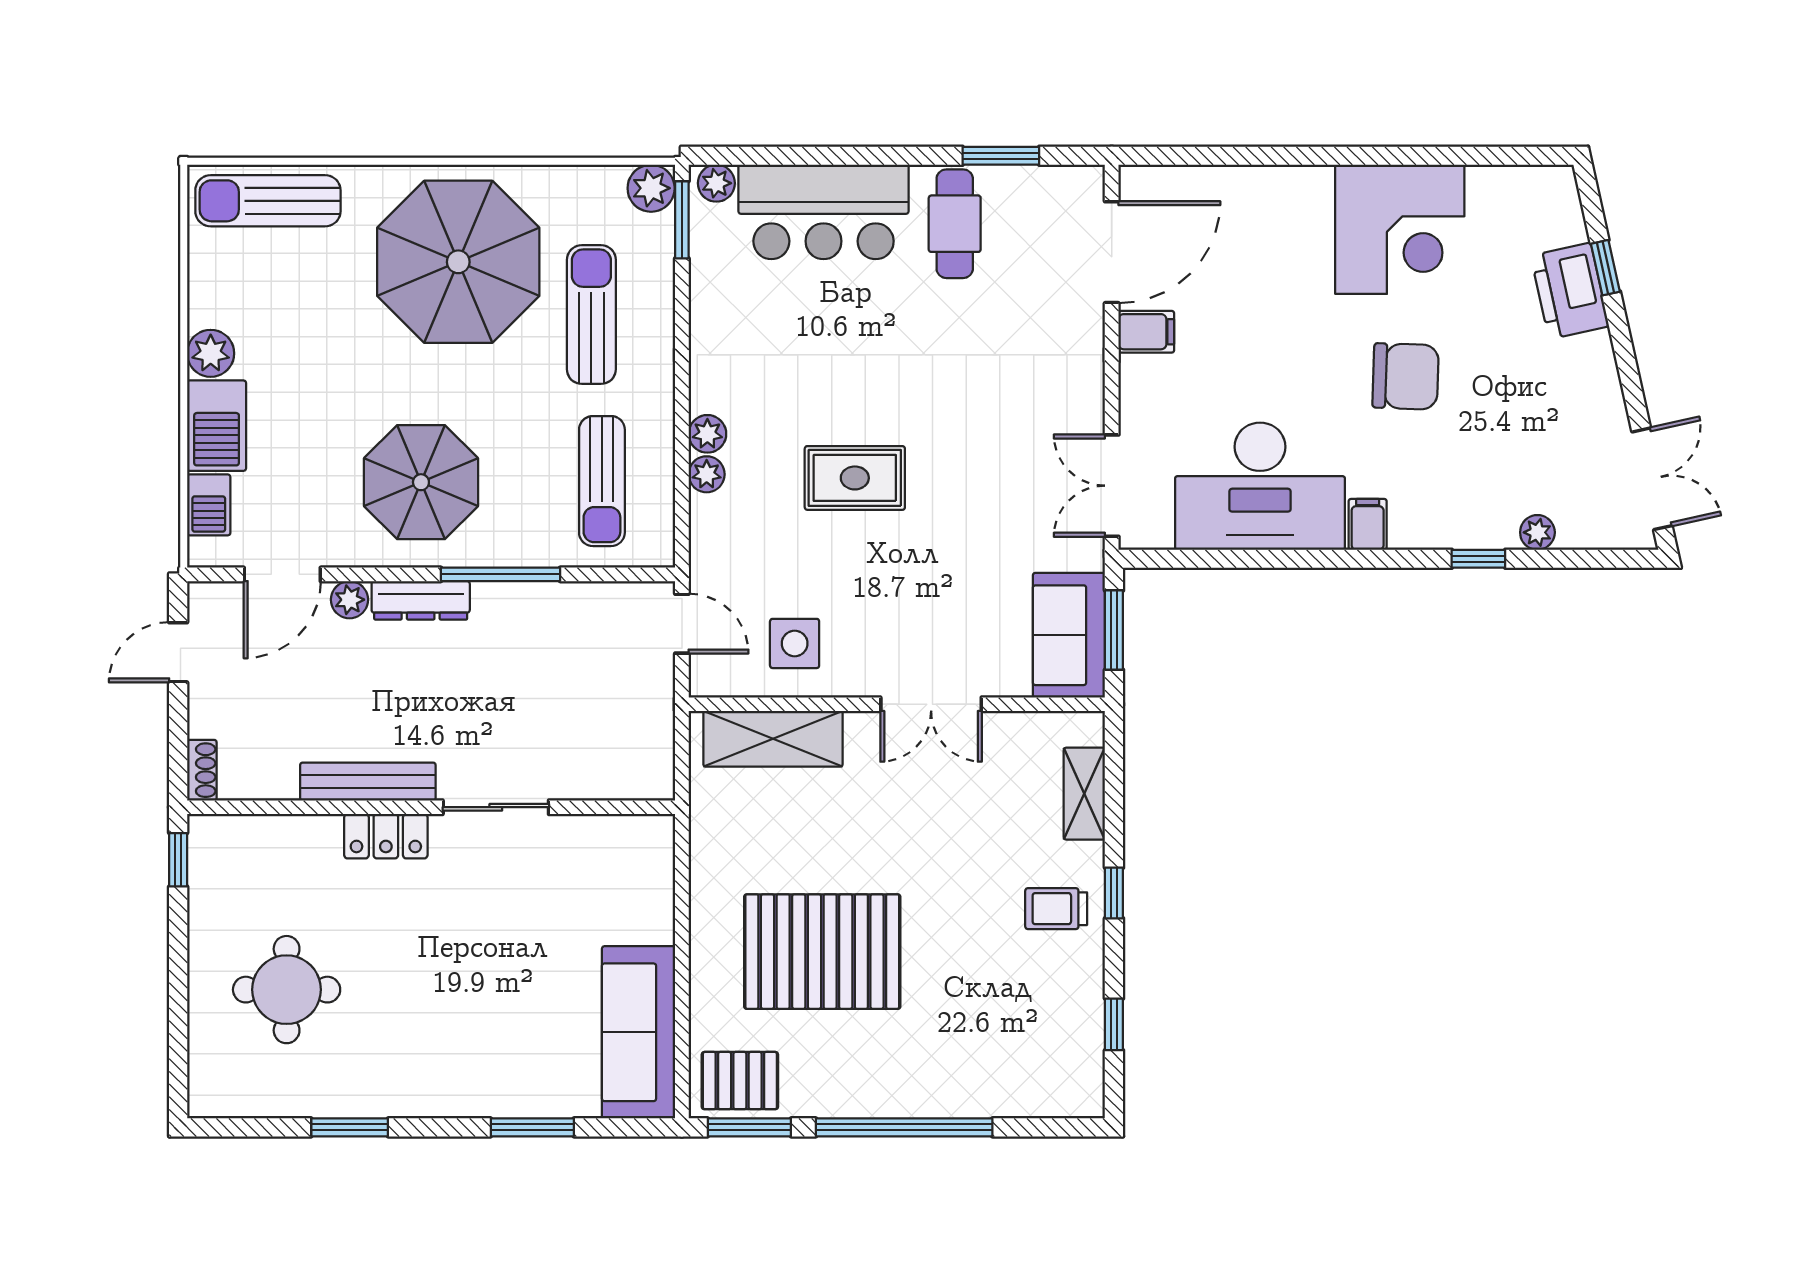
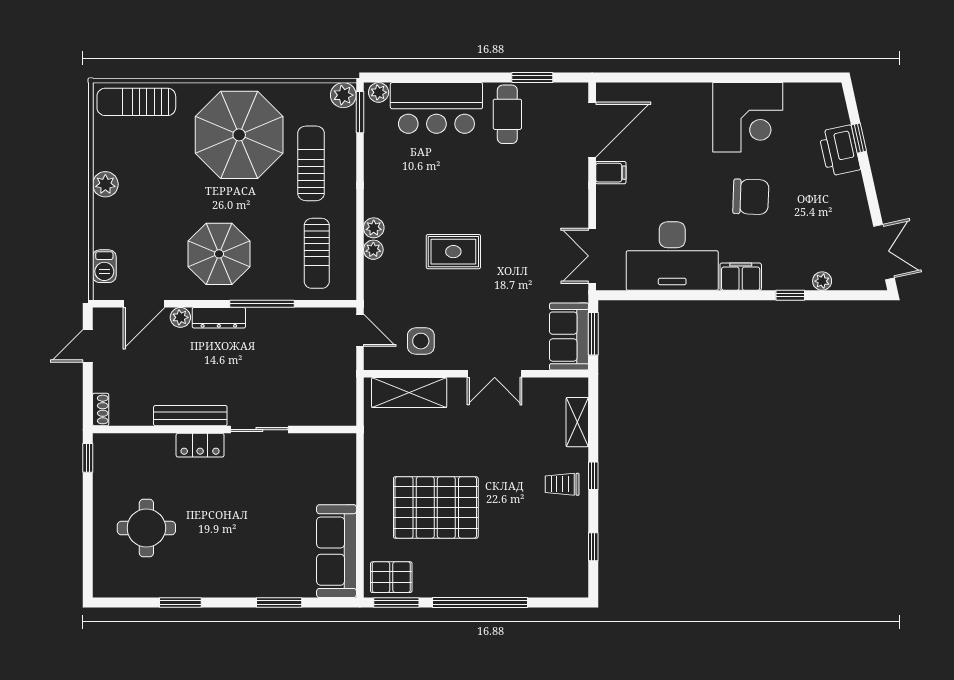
barbecue: (217, 426) -> (109, 223), removed
filing cabinet: (1368, 524) -> (741, 277), width x2.00

